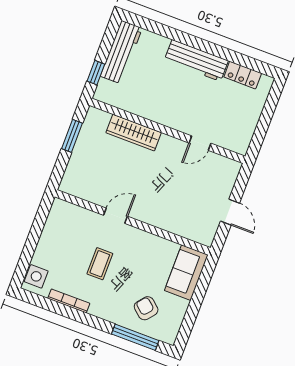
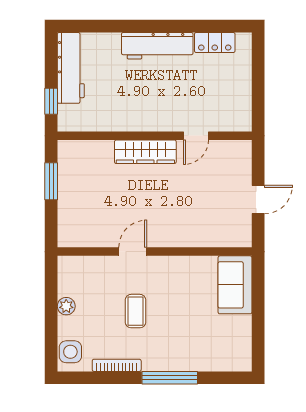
wardrobe: (134, 133) -> (145, 152), moved
door: (230, 212) -> (258, 200), hinge flipped
plant: (47, 239) -> (66, 306), added
armchair: (146, 308) -> (205, 341), removed
window: (135, 337) -> (170, 378), moved

